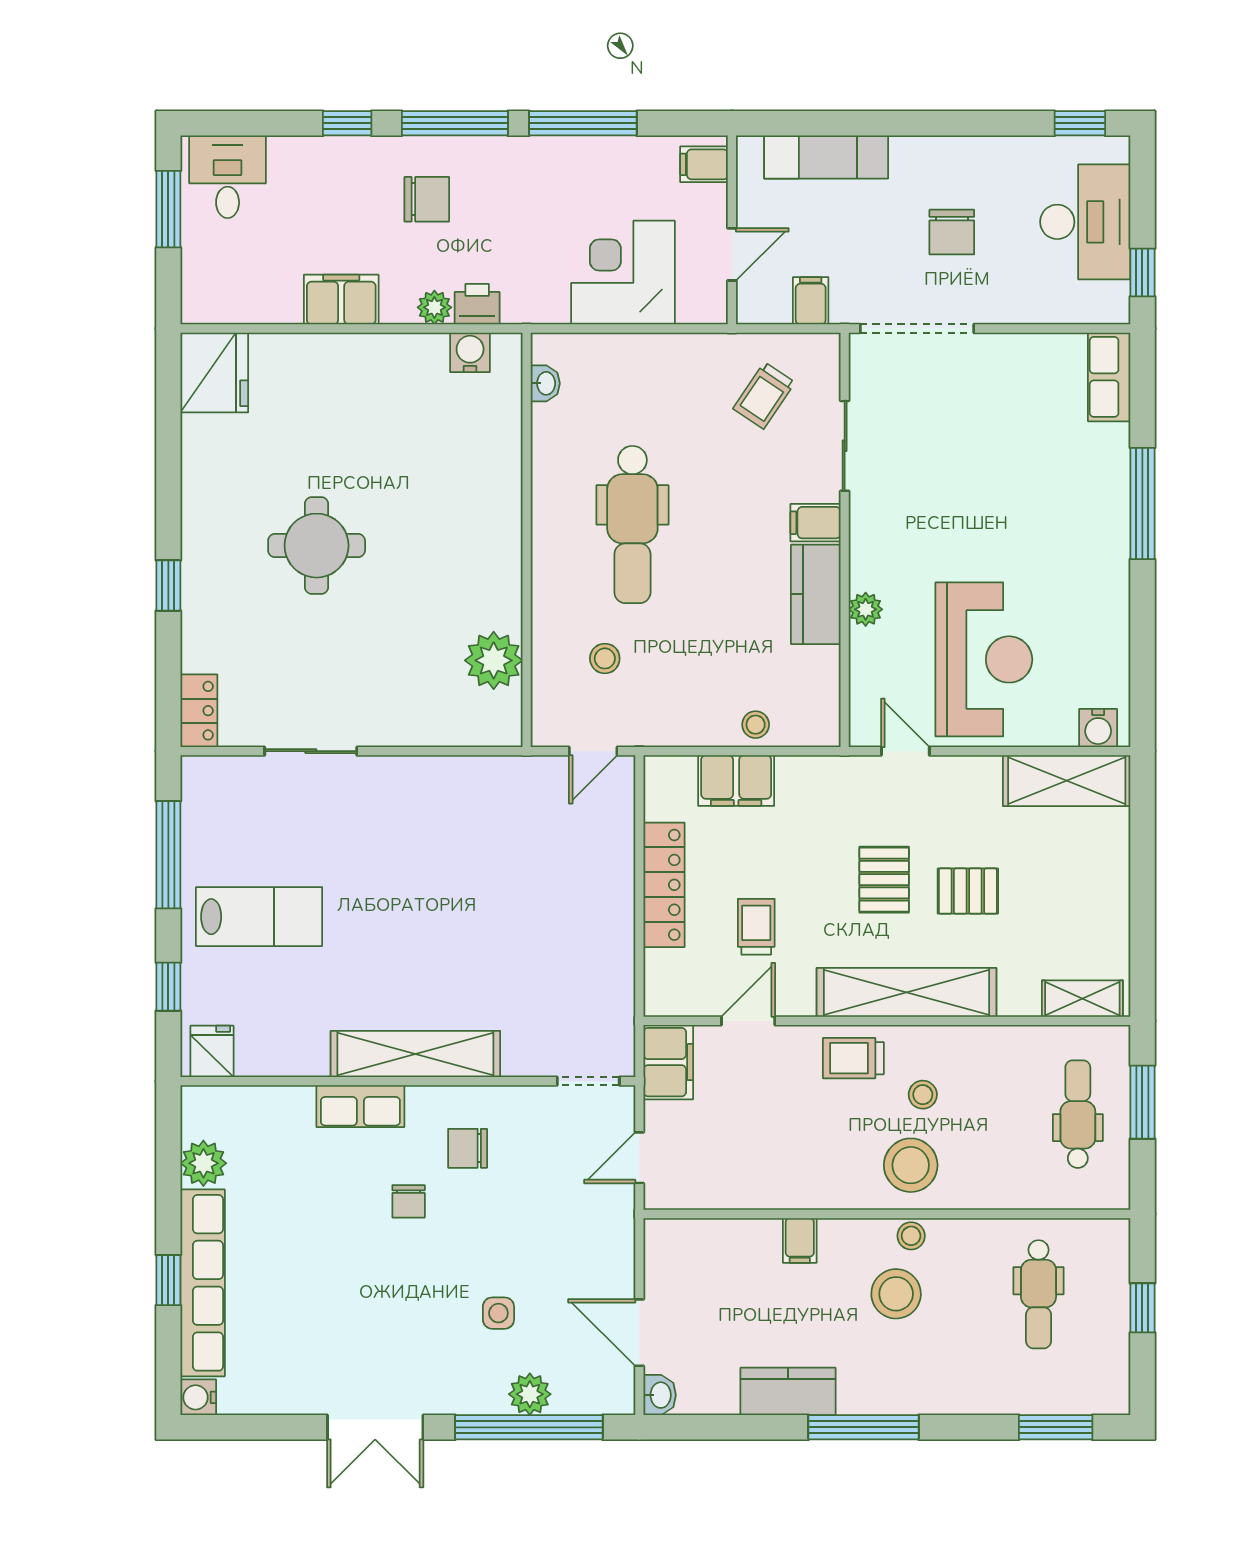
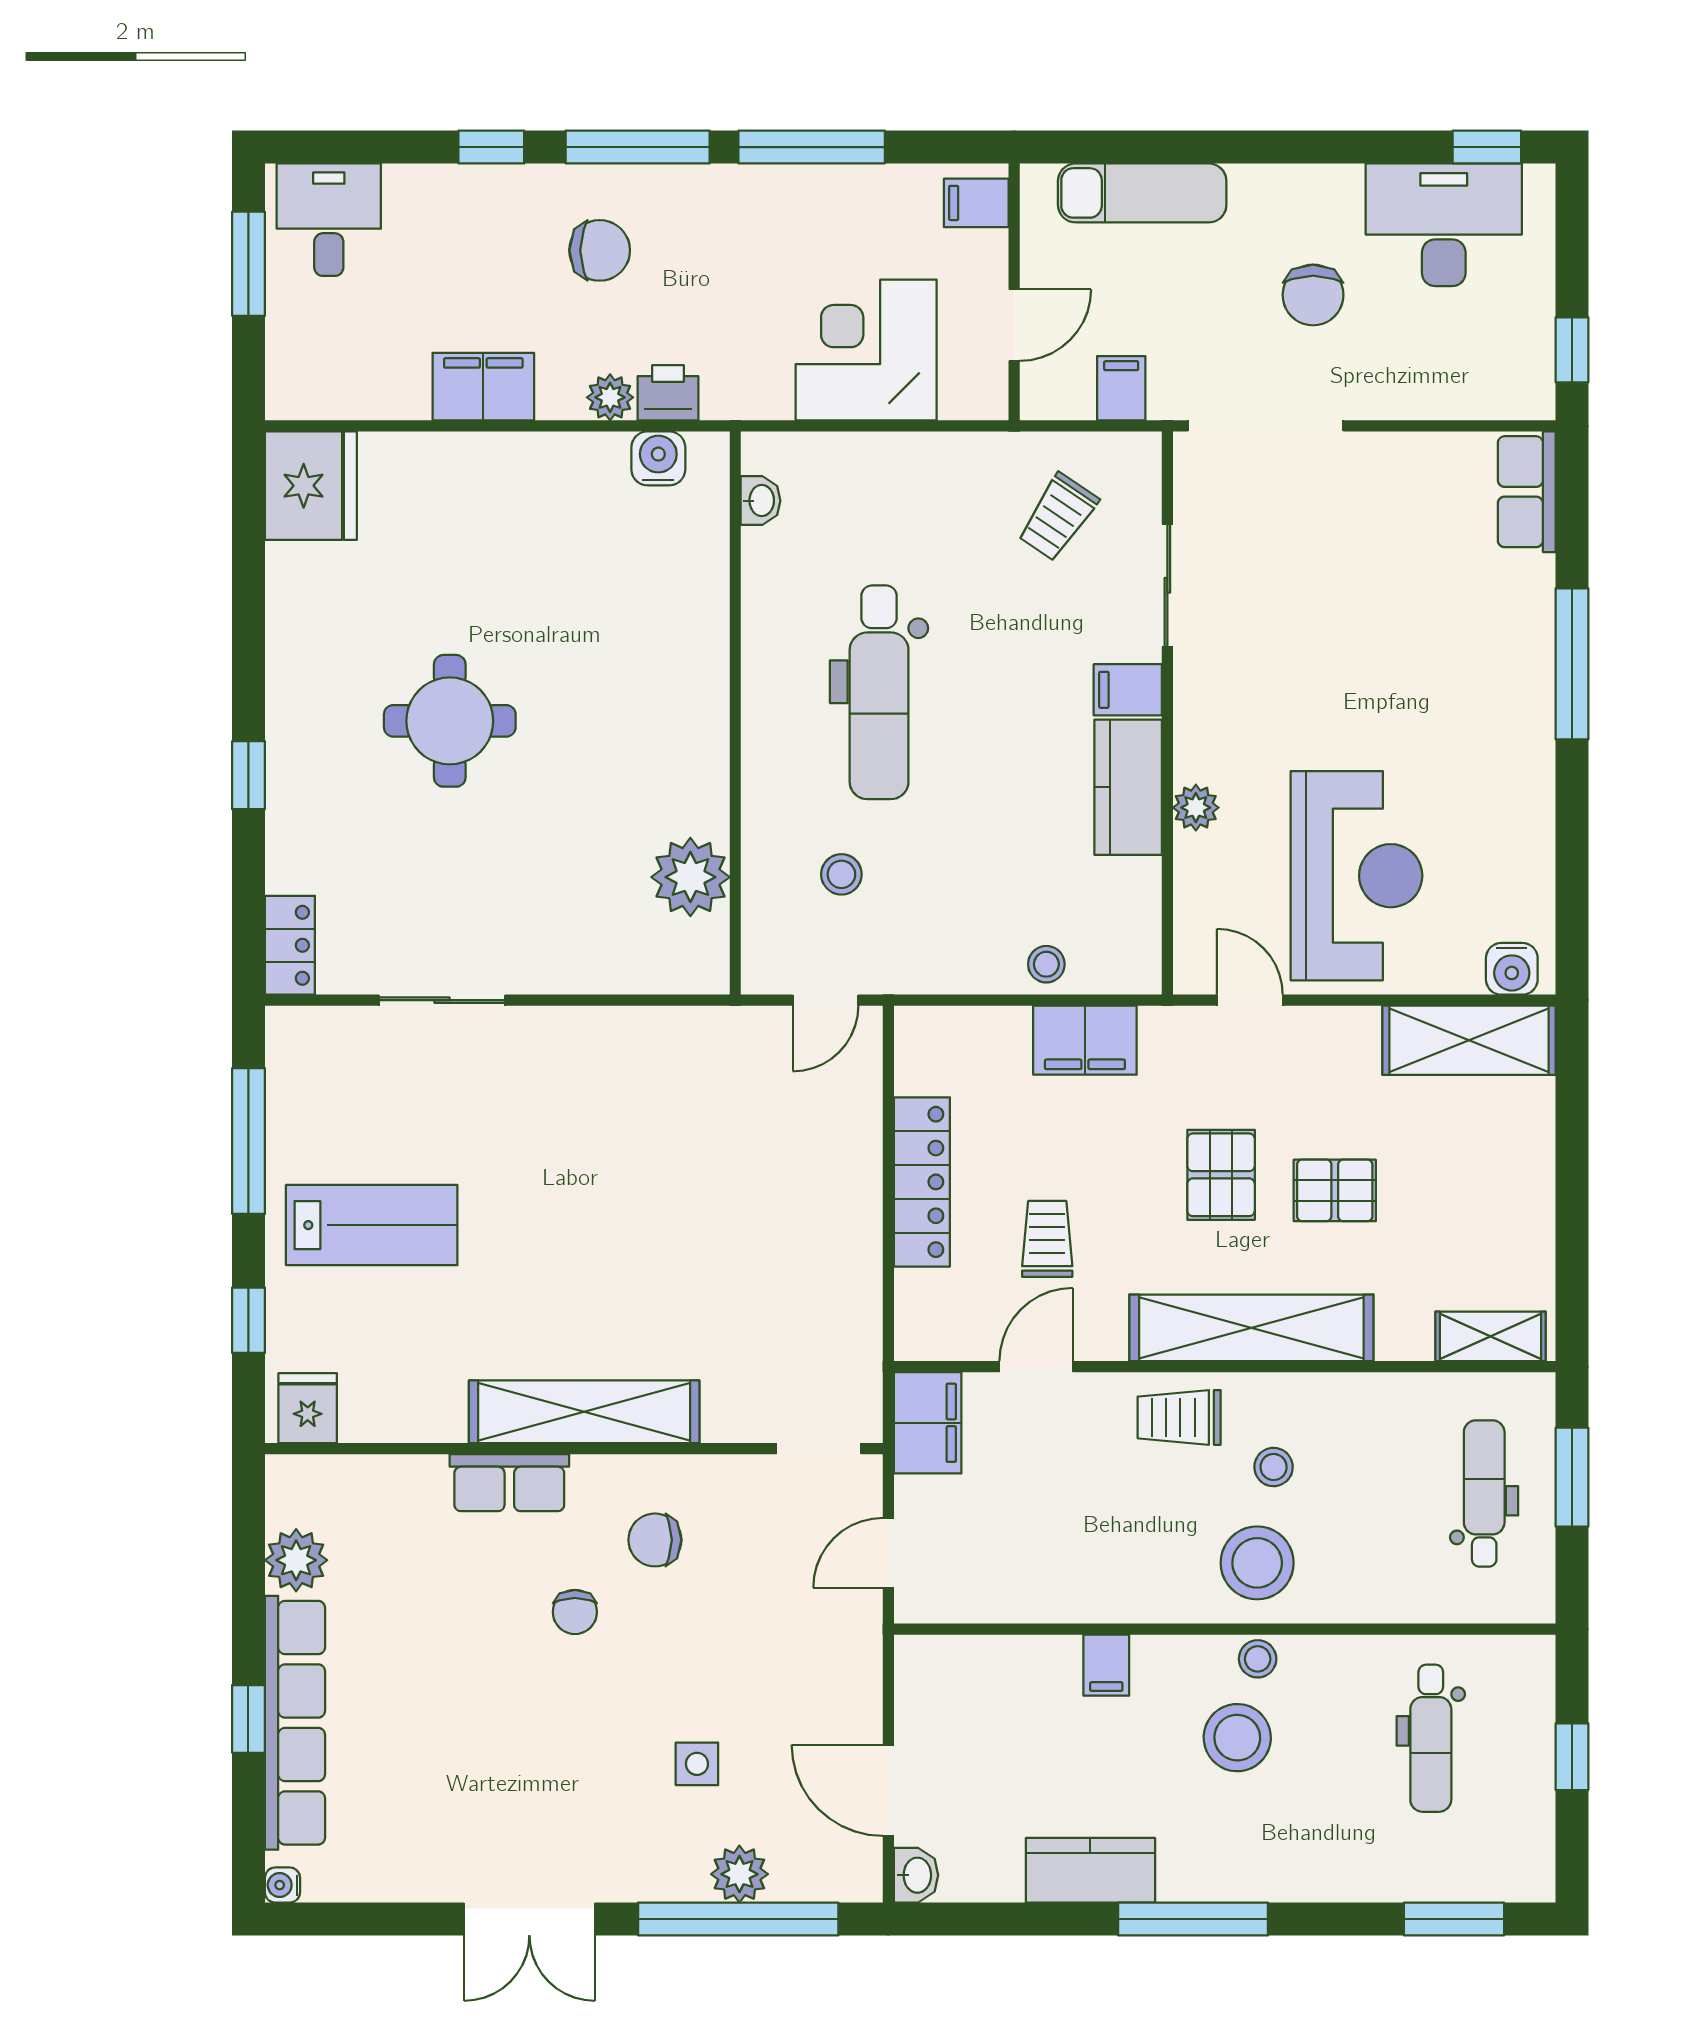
desk: (1085, 222) -> (1444, 225), moved, turned -90
filing cabinet: (736, 781) -> (1085, 1040), moved
water cooler: (198, 1397) -> (282, 1885), width x0.72, depth x0.72

